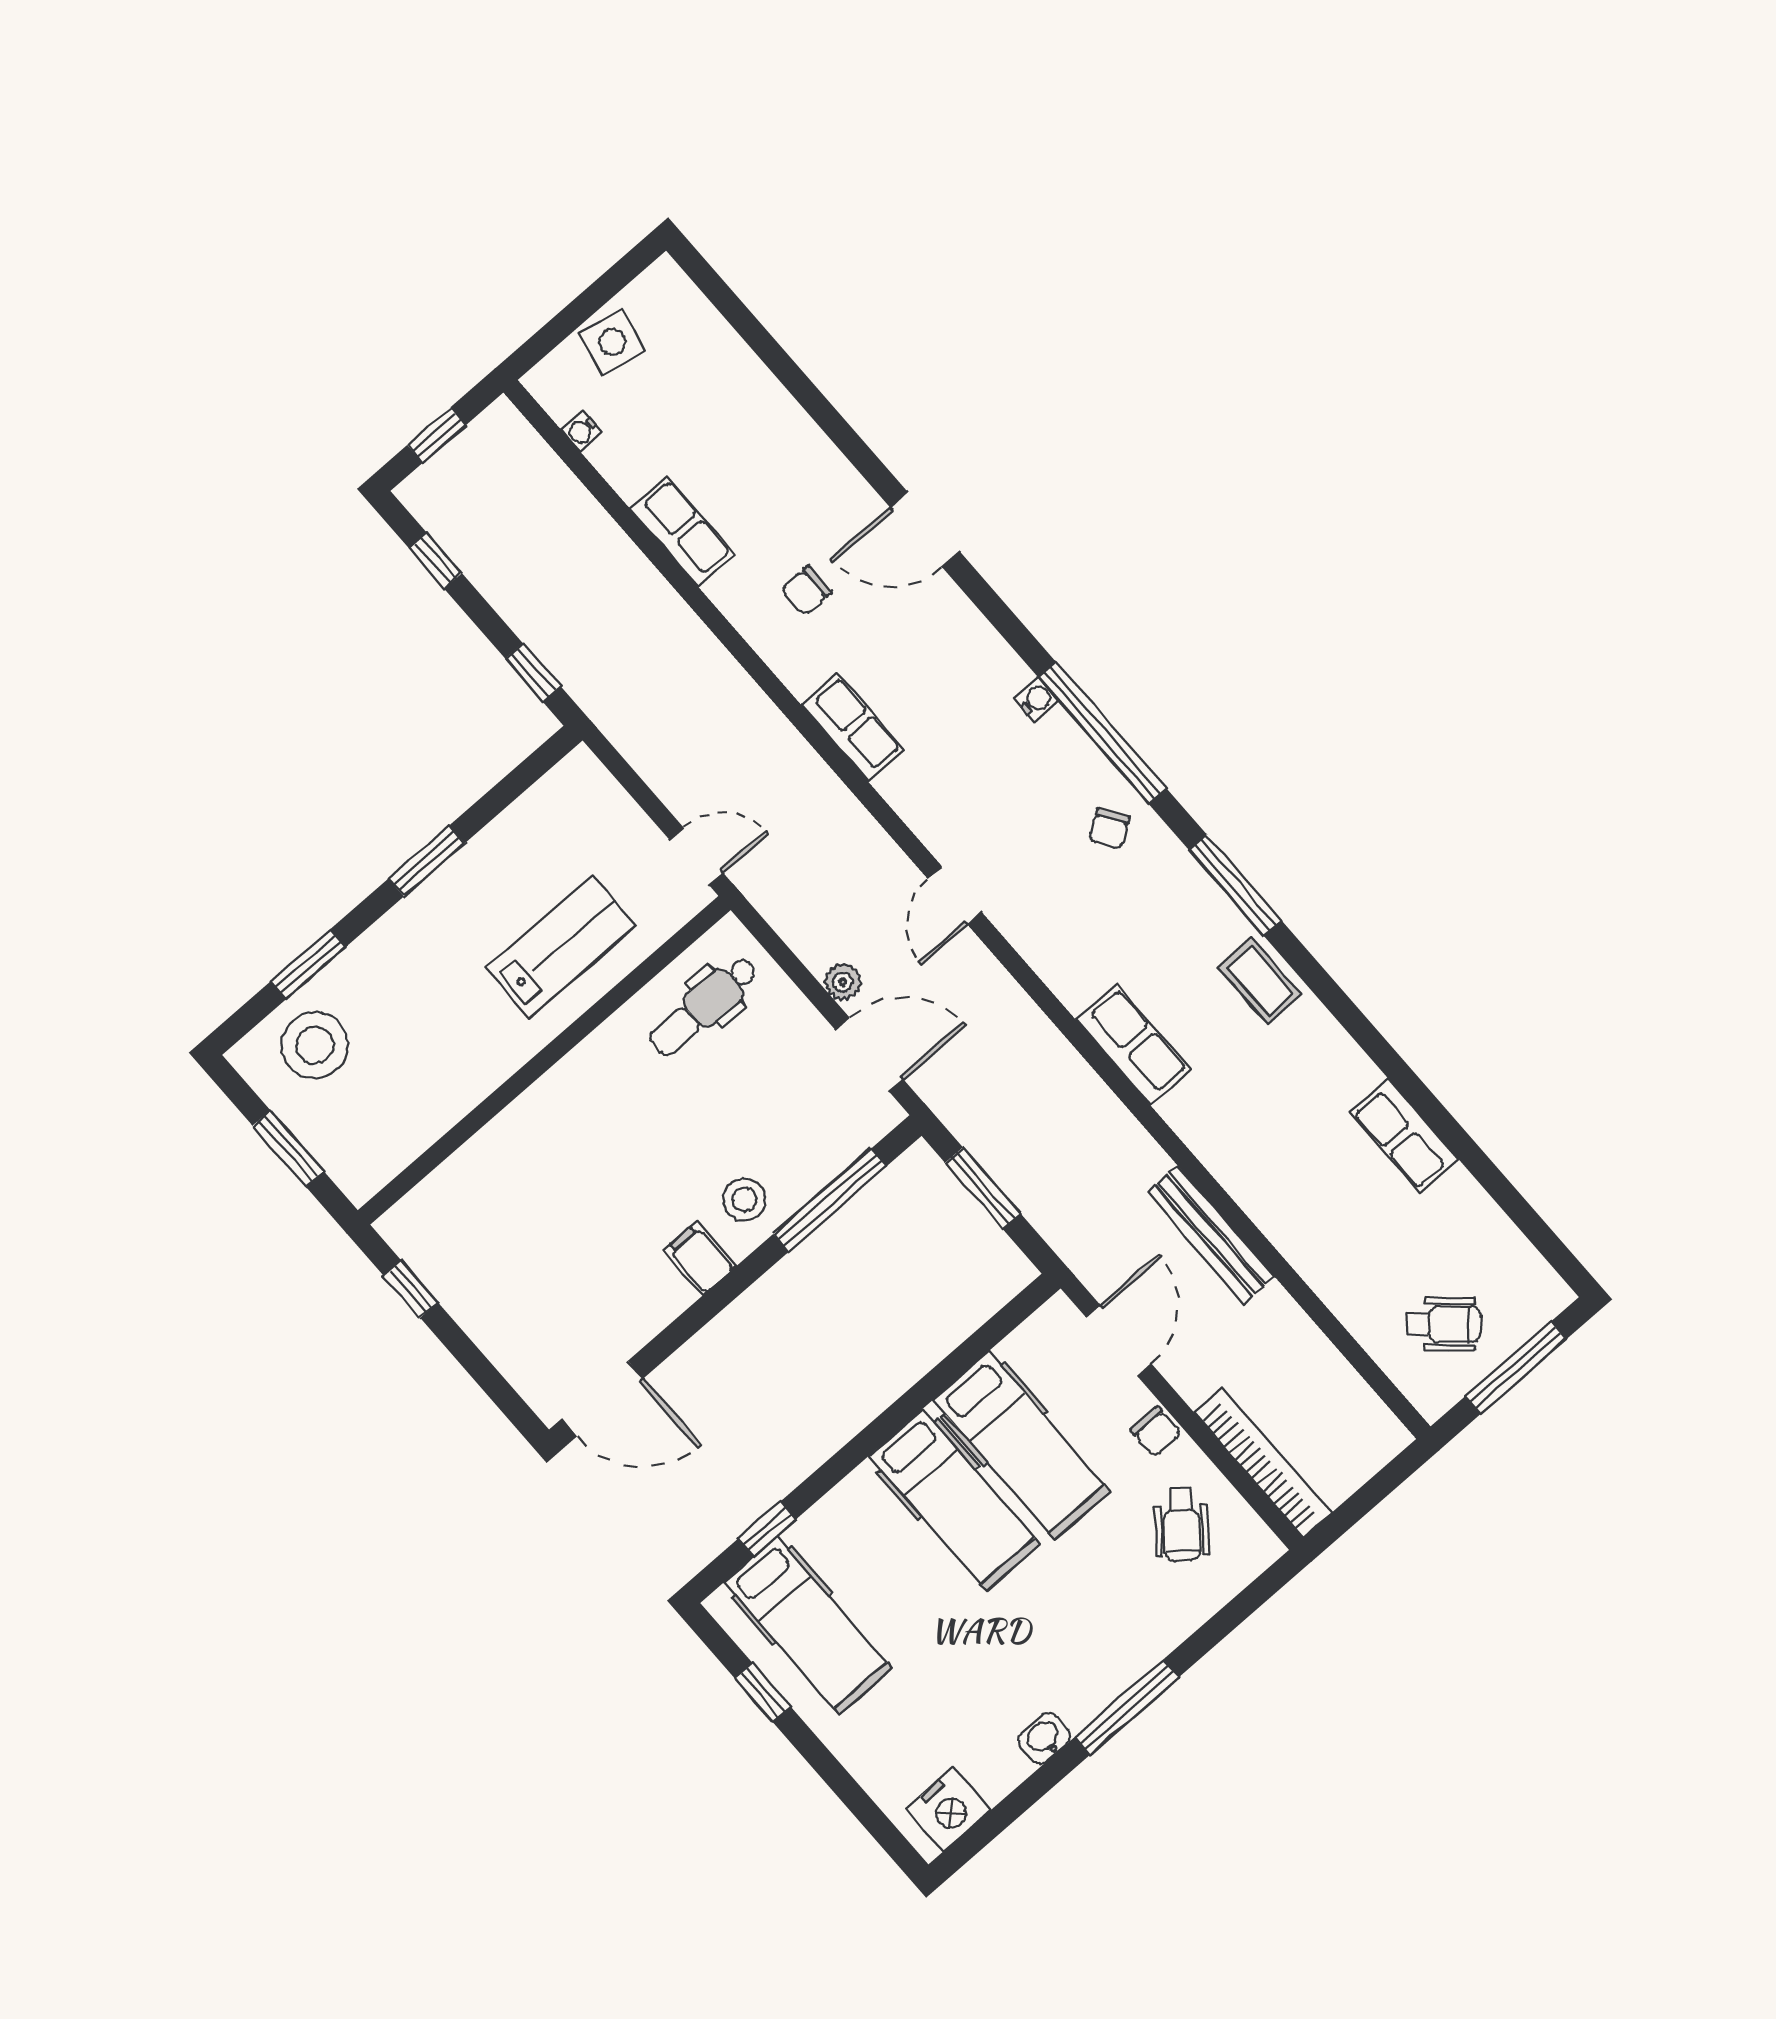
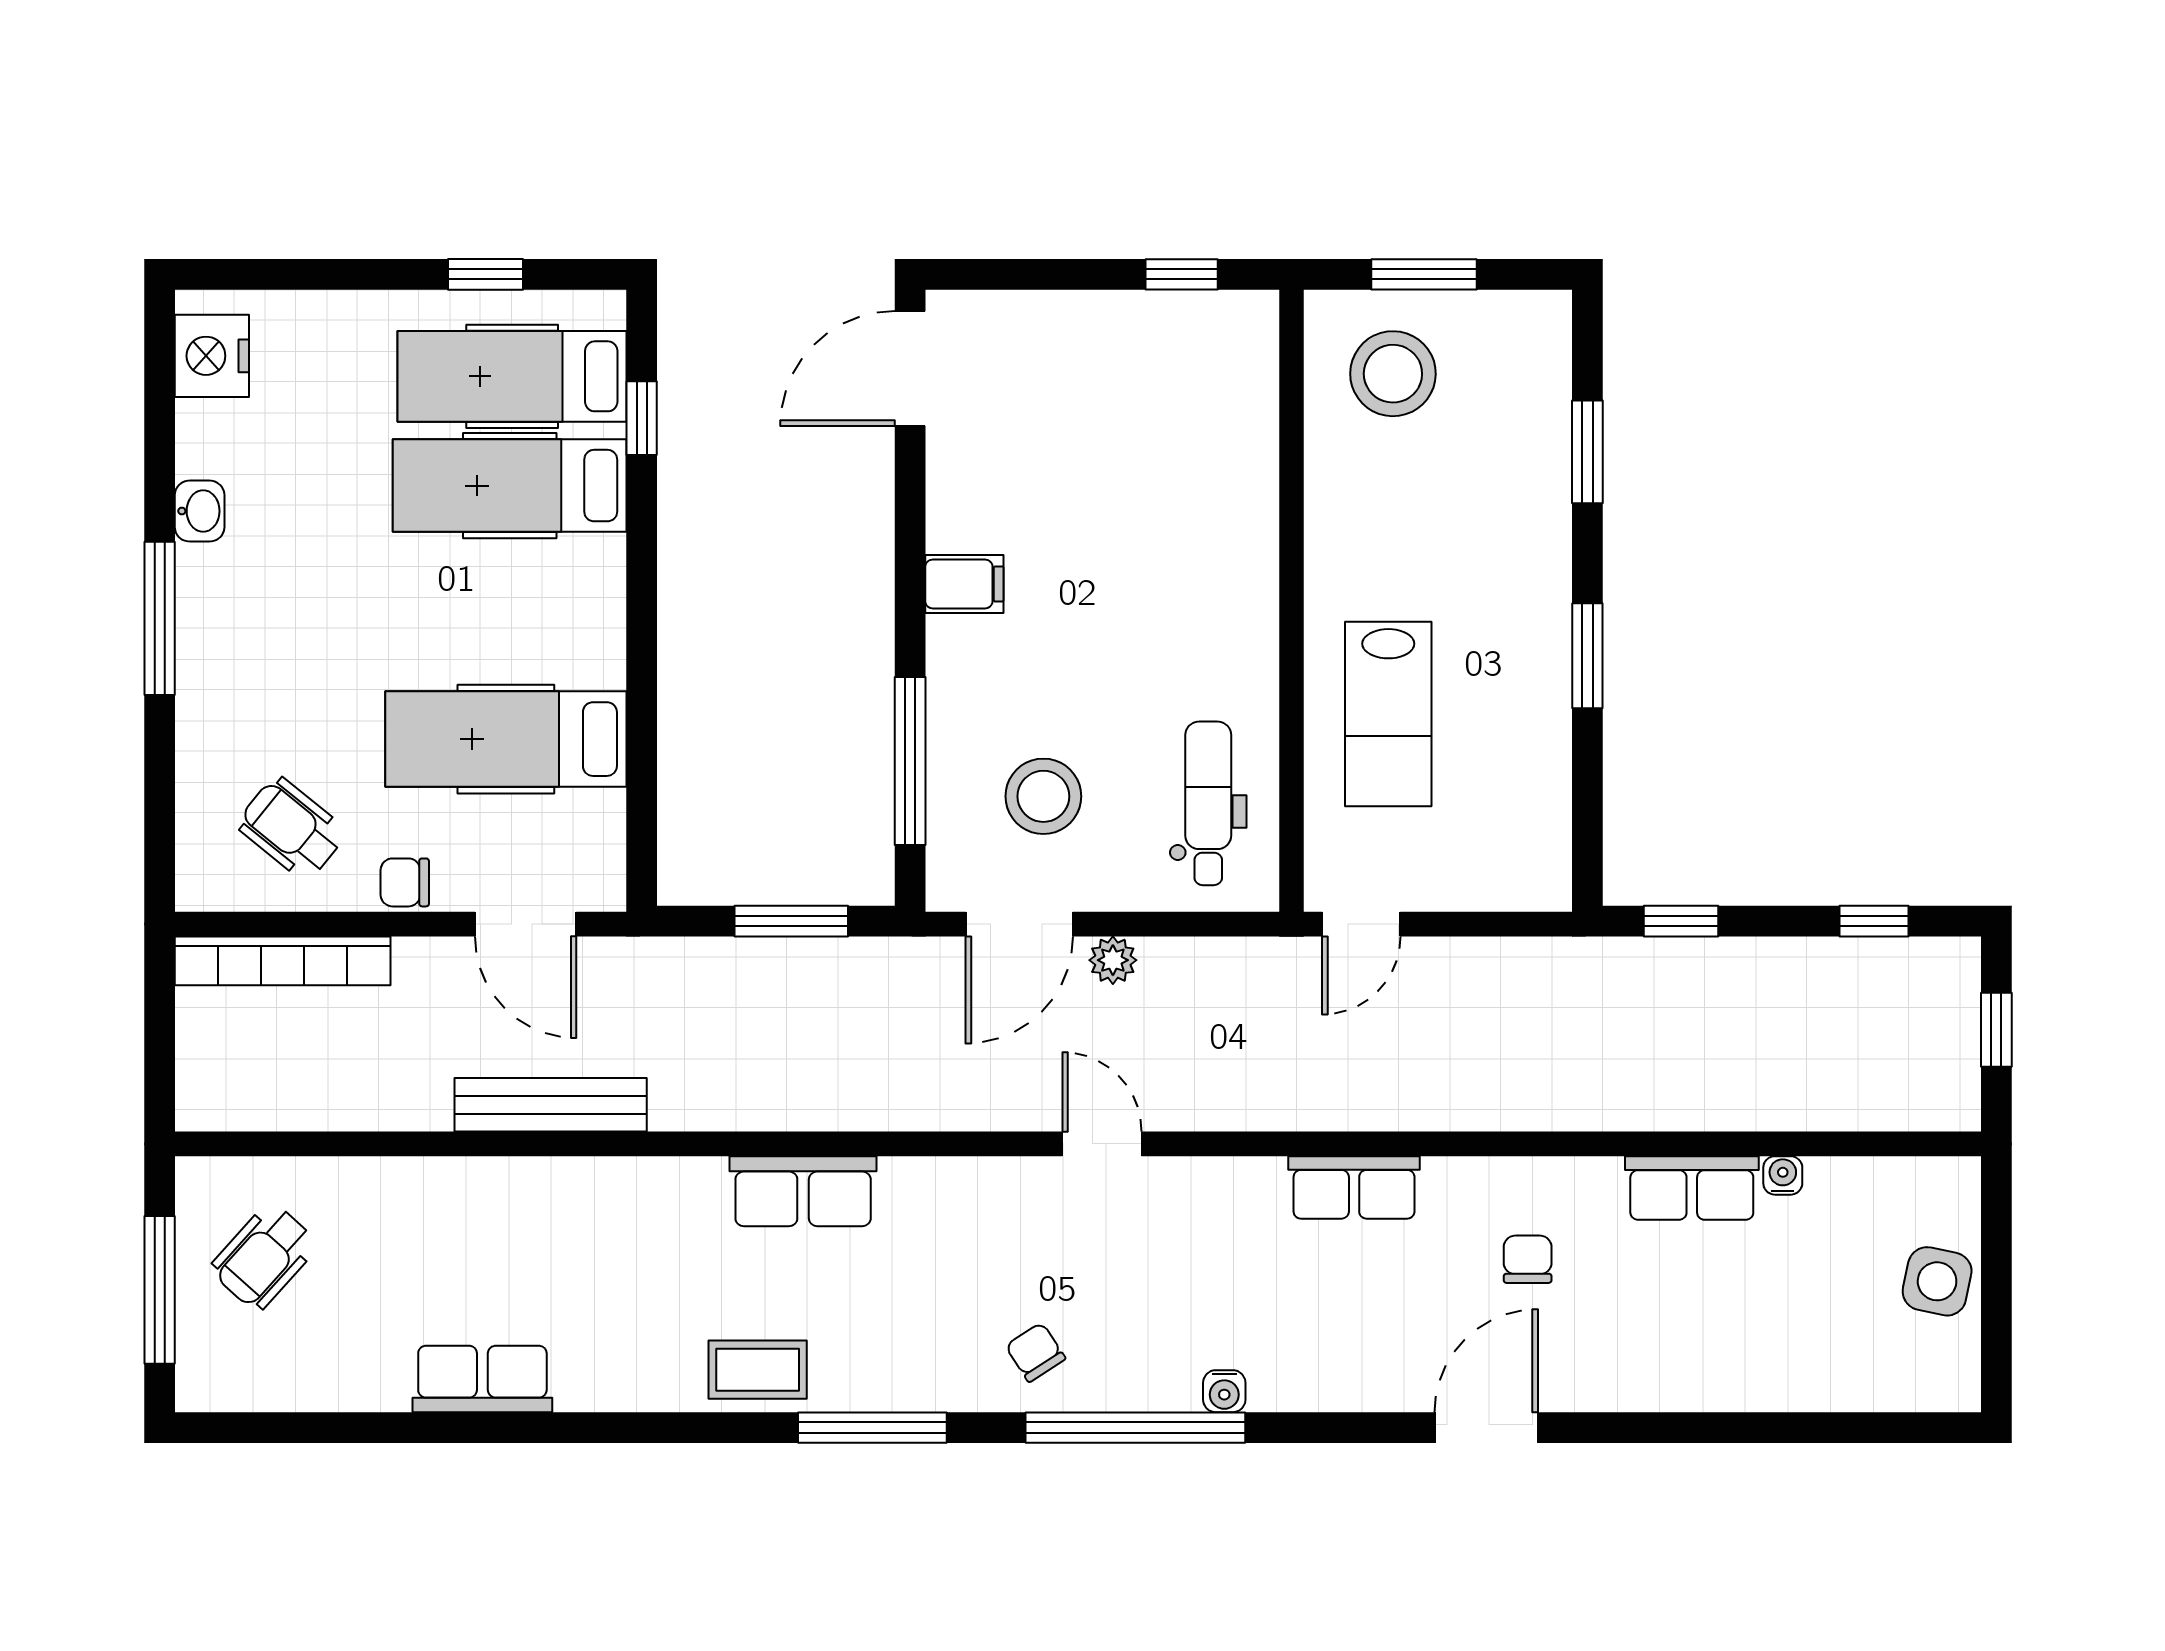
water cooler: (582, 431) -> (1783, 1175), moved
stool: (315, 1045) -> (1393, 374), moved
stool: (744, 1200) -> (1043, 796), moved, width x1.38, depth x1.38
hospital bed: (955, 1500) -> (510, 486), moved

